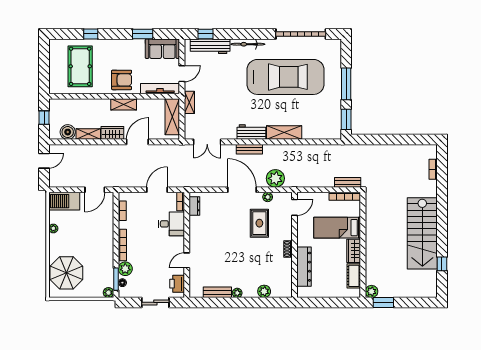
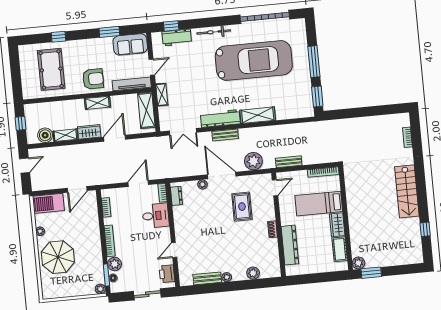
workbench: (210, 46) -> (177, 37), width x0.73
workbench: (251, 132) -> (220, 118), width x1.38
bench: (348, 182) -> (289, 162), moved
plant: (268, 197) -> (202, 184), moved
stairs: (422, 233) -> (407, 191), width x0.73, depth x0.66
parasol: (66, 273) -> (58, 257), moved

